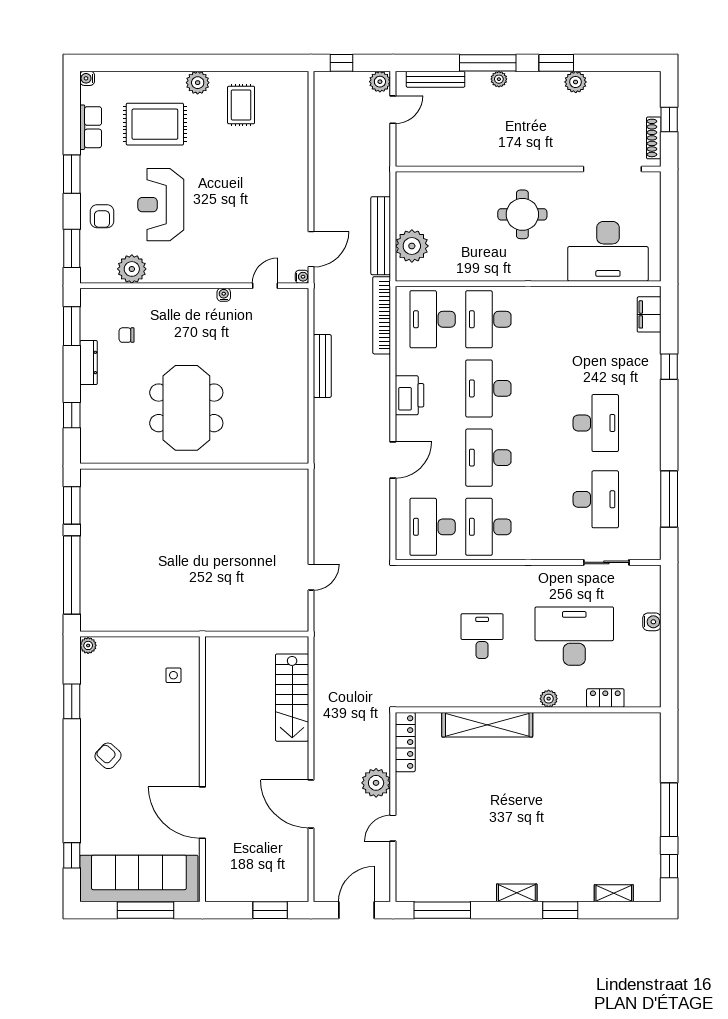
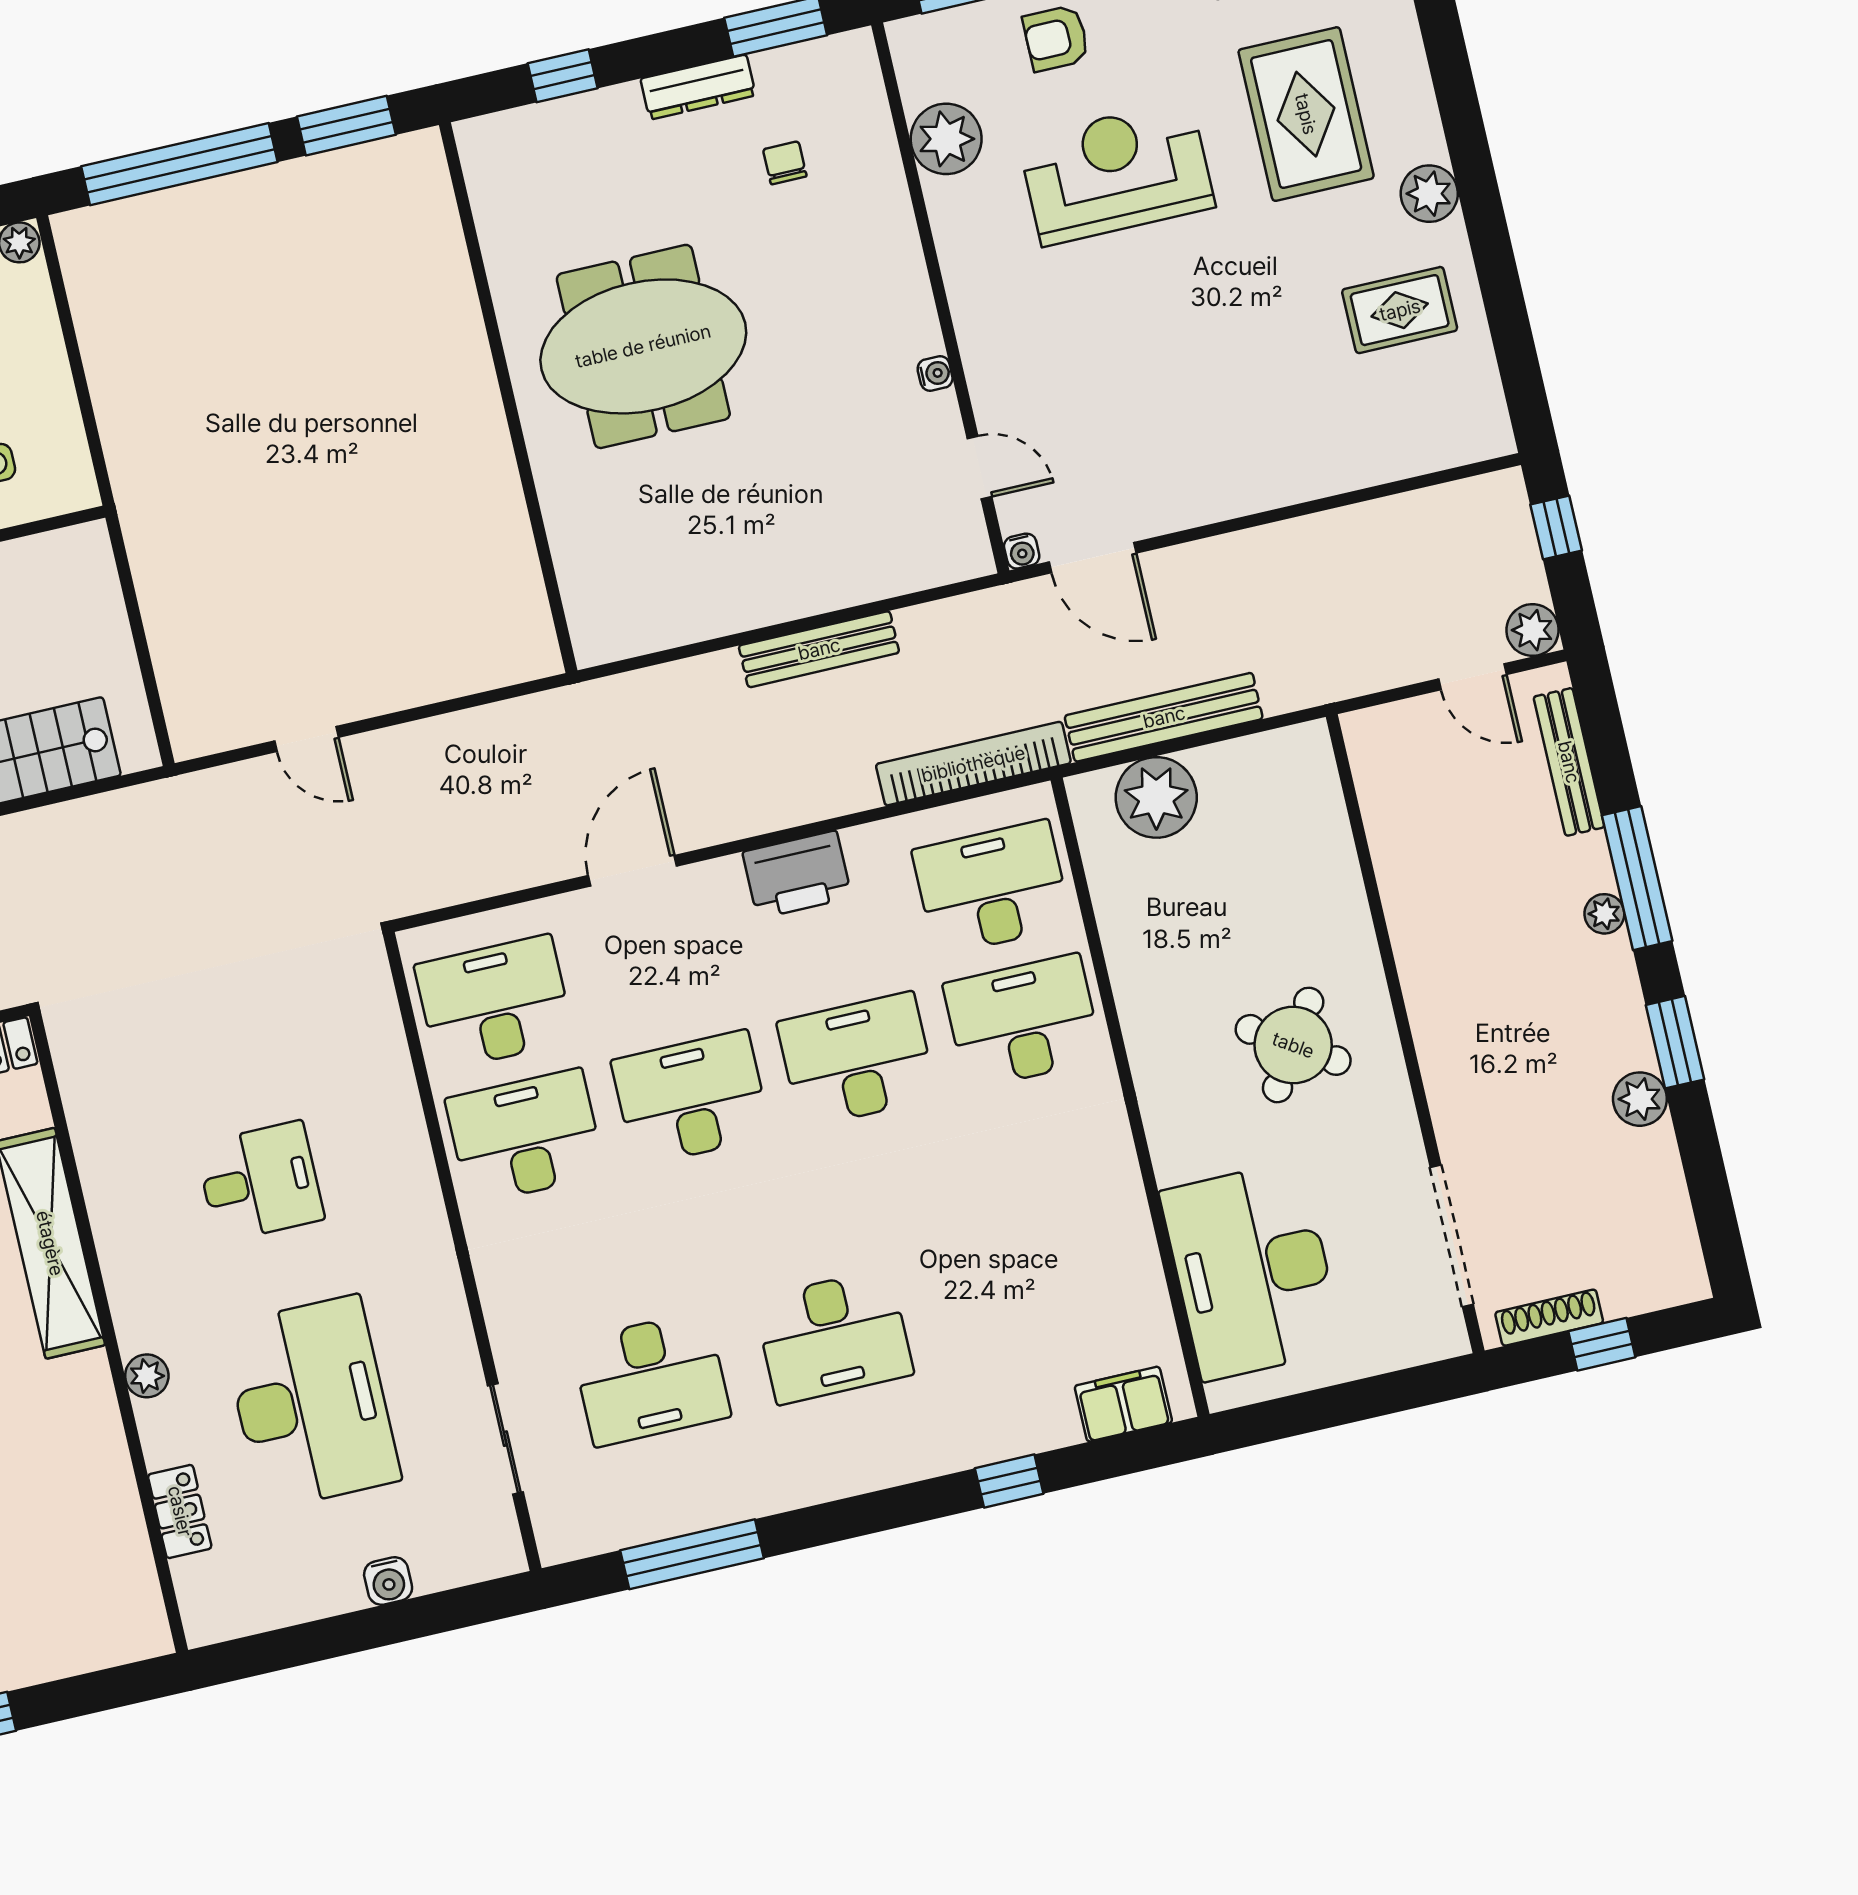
round table: (522, 214) -> (1293, 1045), turned 33
door: (393, 460) -> (632, 871), swing flipped

